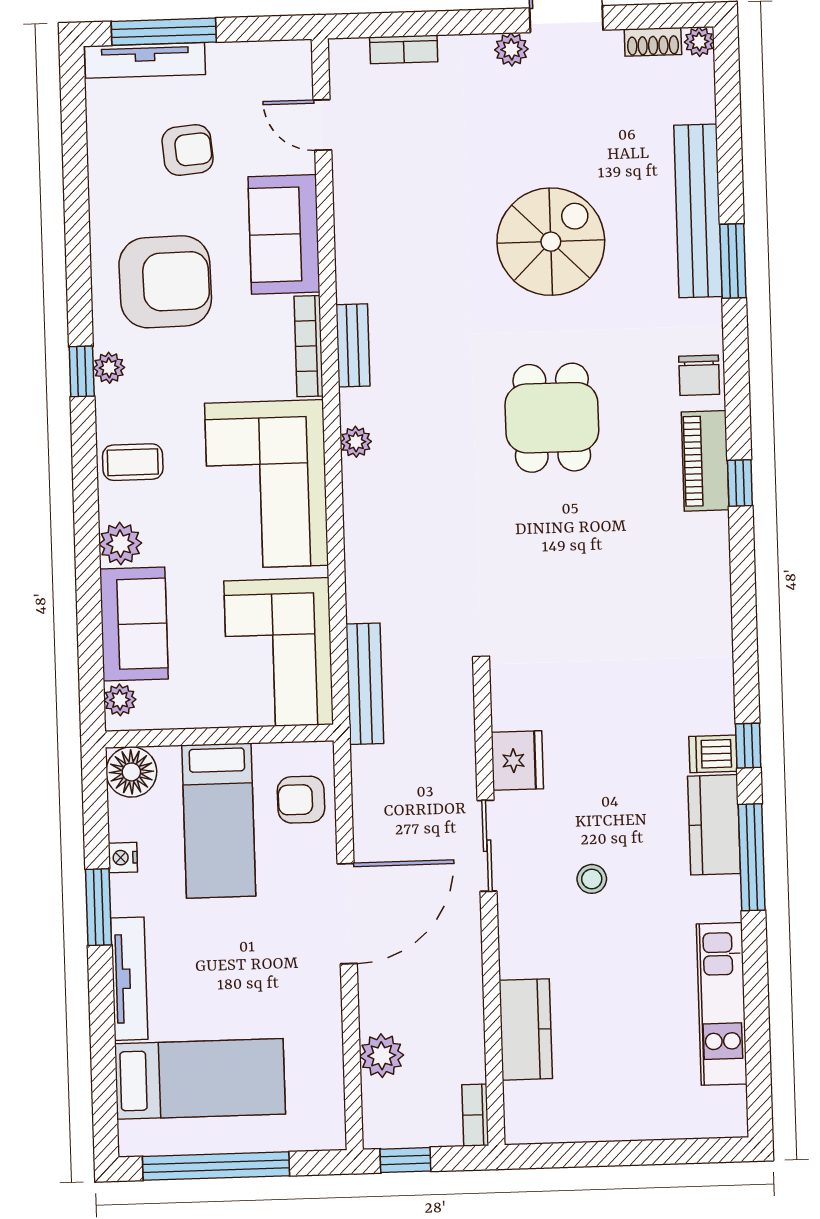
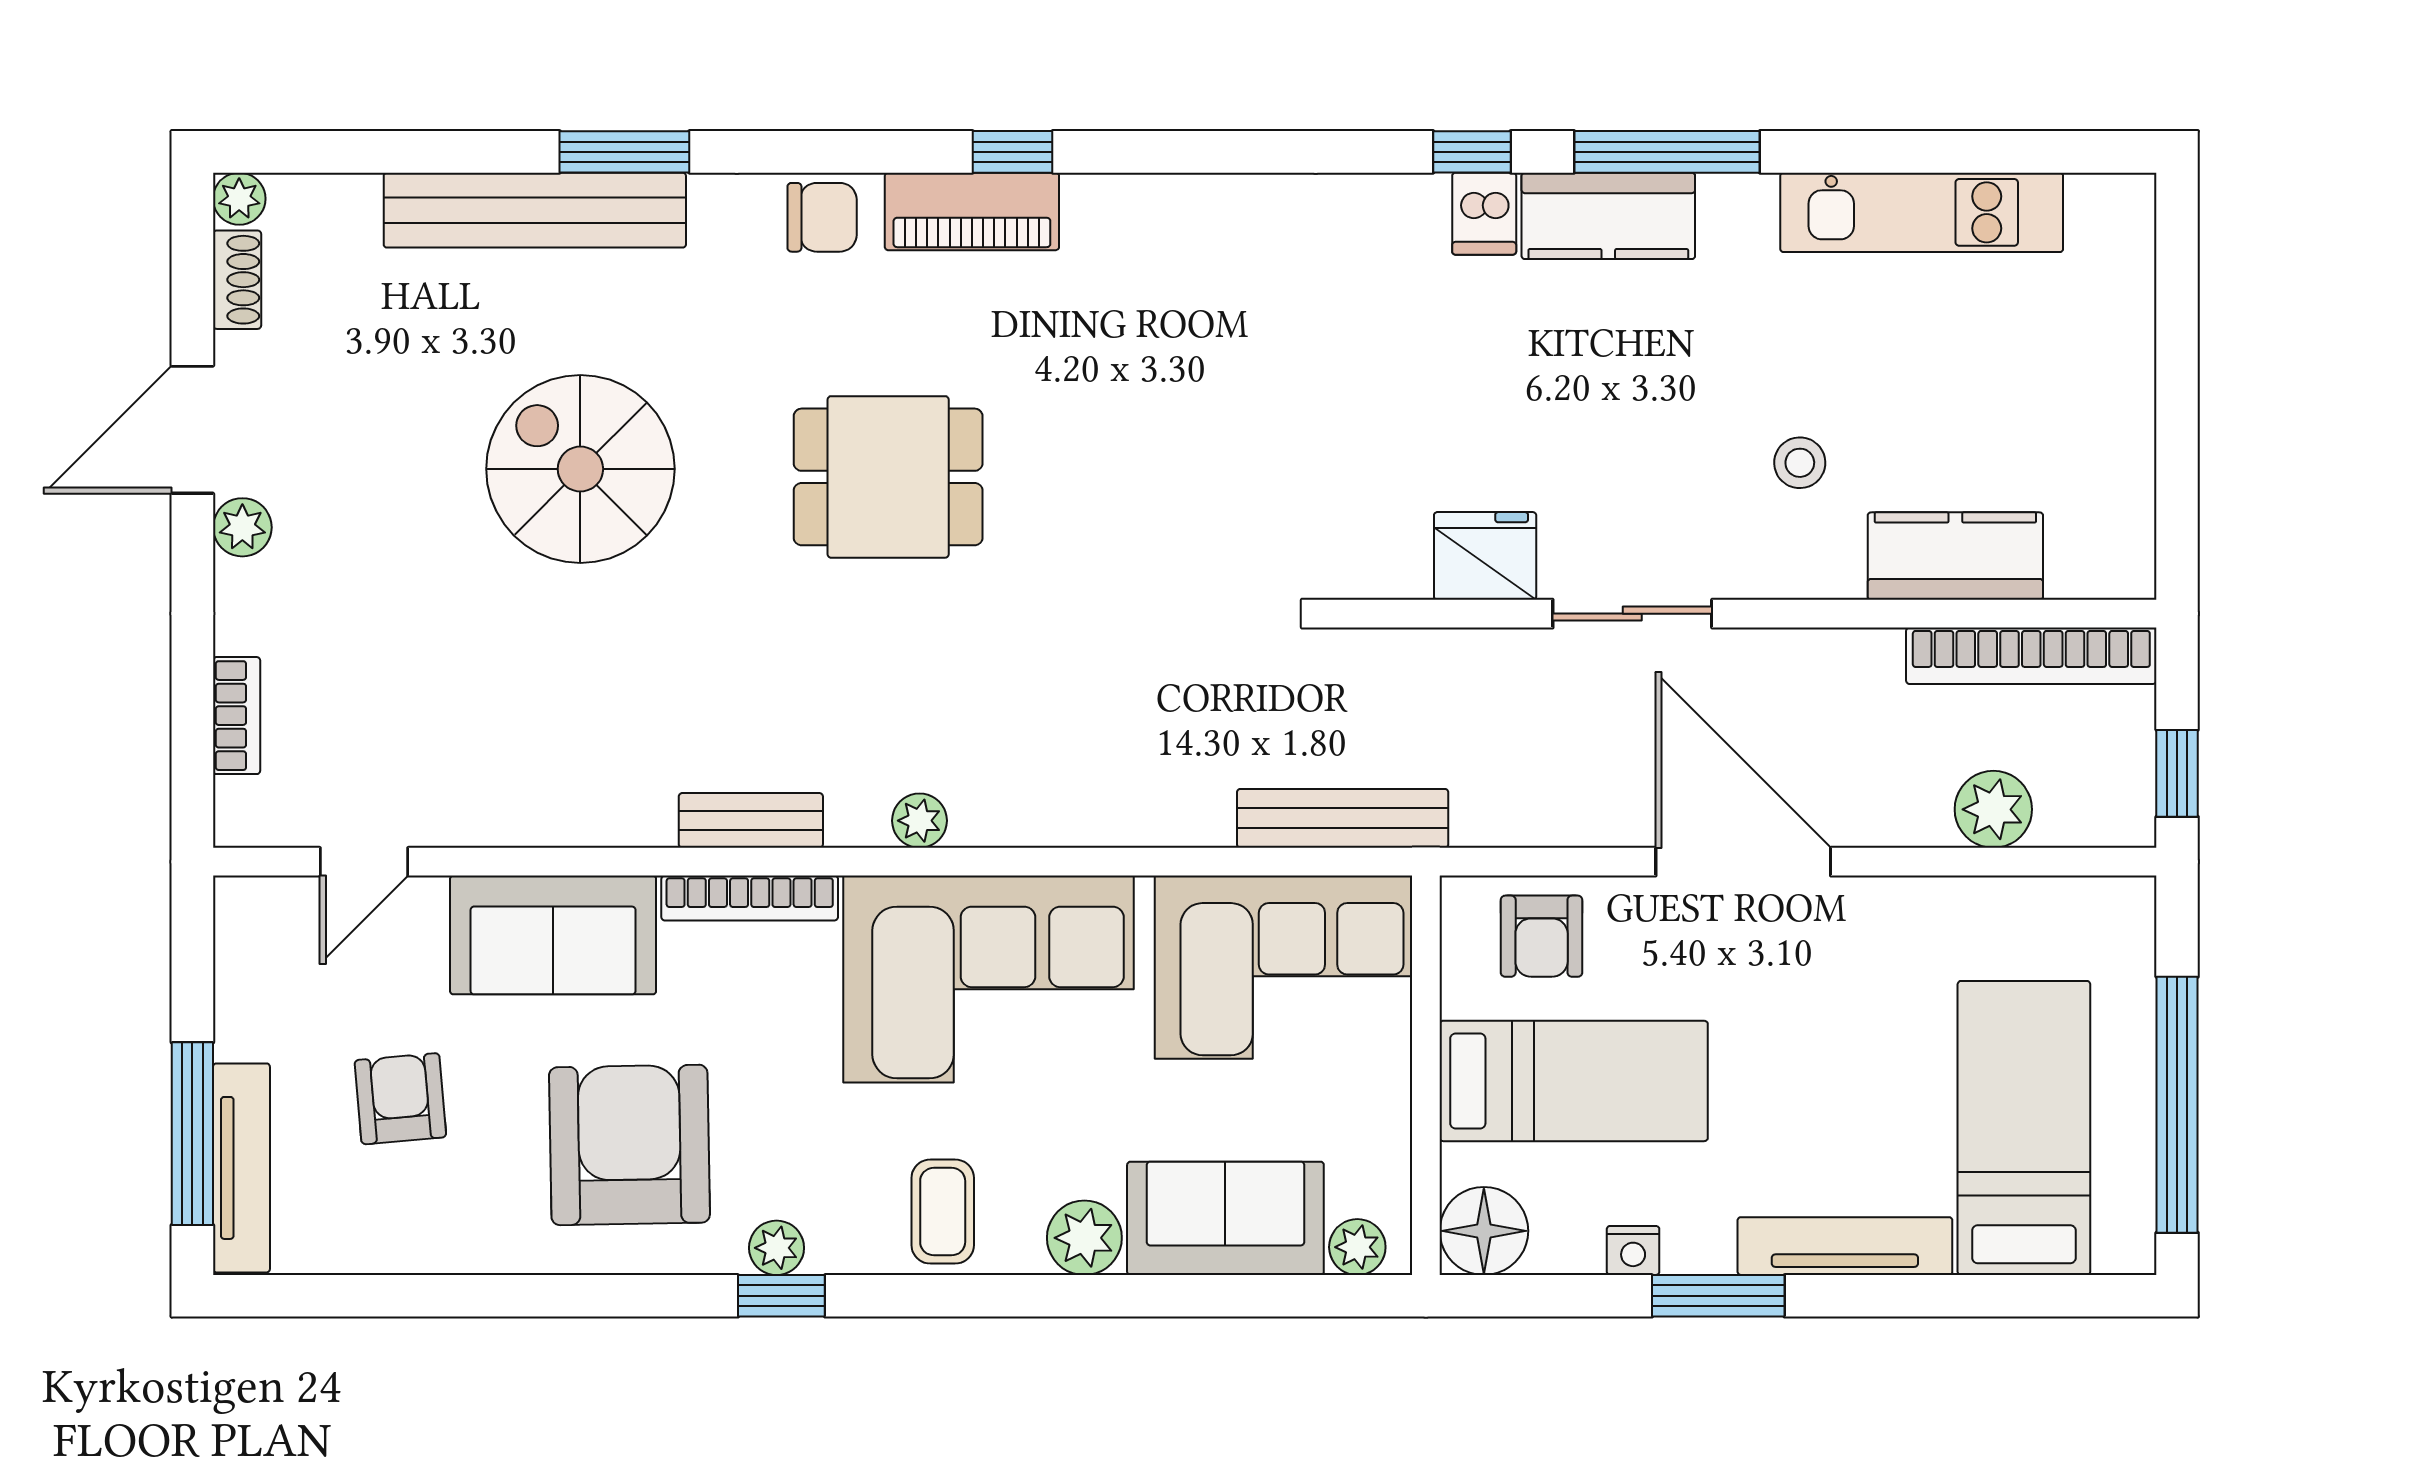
stool: (592, 879) -> (1800, 463), moved
bookcase: (475, 1115) -> (2031, 656), width x2.31, depth x1.31

